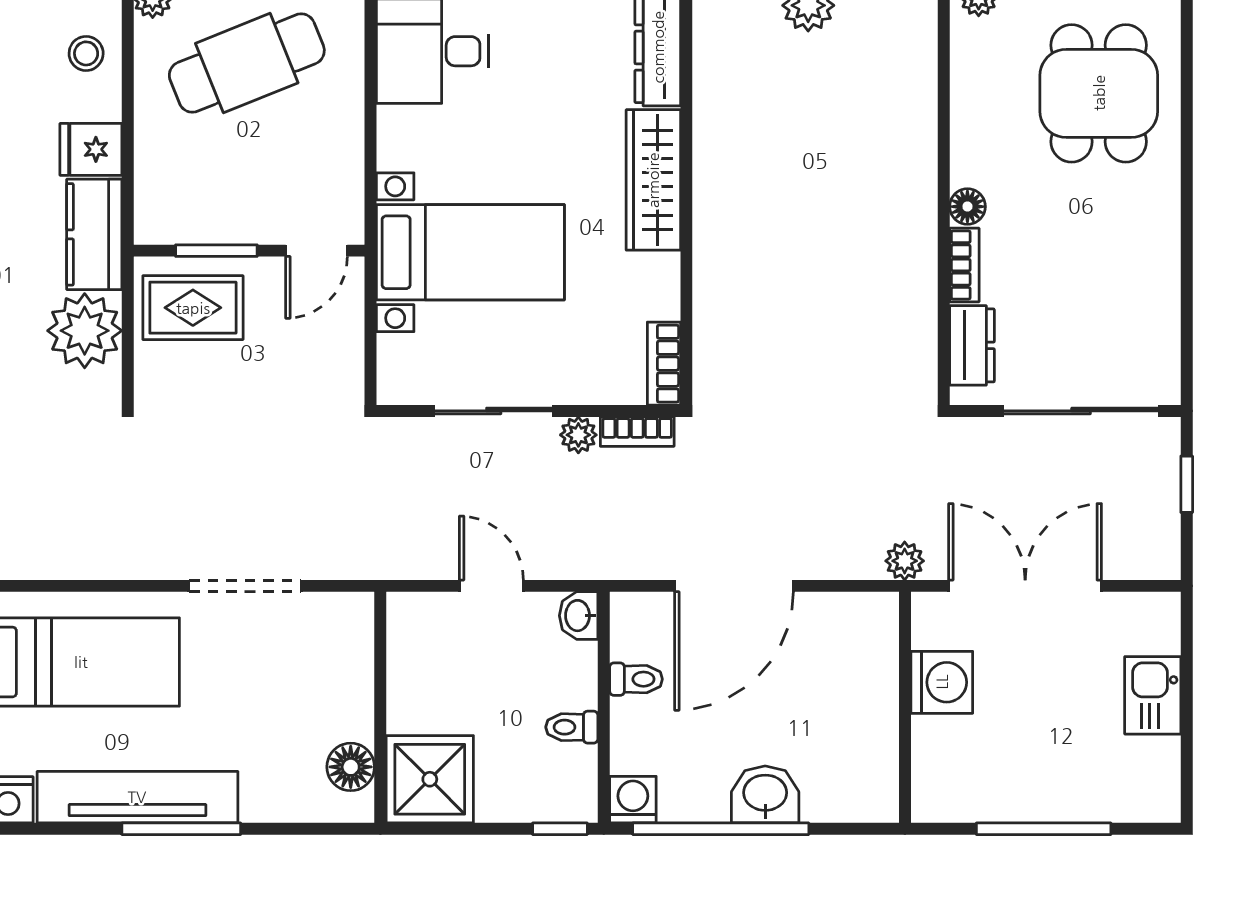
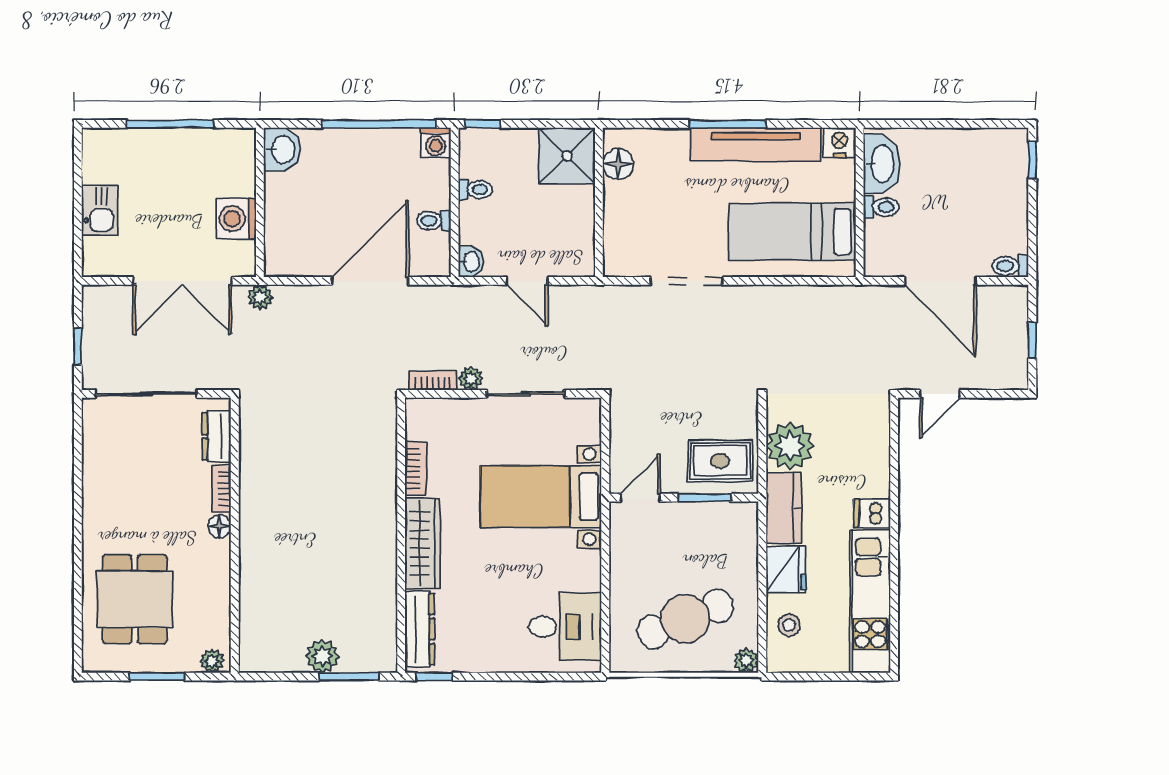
fridge: (91, 149) -> (786, 570), width x1.38
bookcase: (664, 364) -> (416, 469), moved
washbasin: (765, 794) -> (282, 149), moved, turned -90

